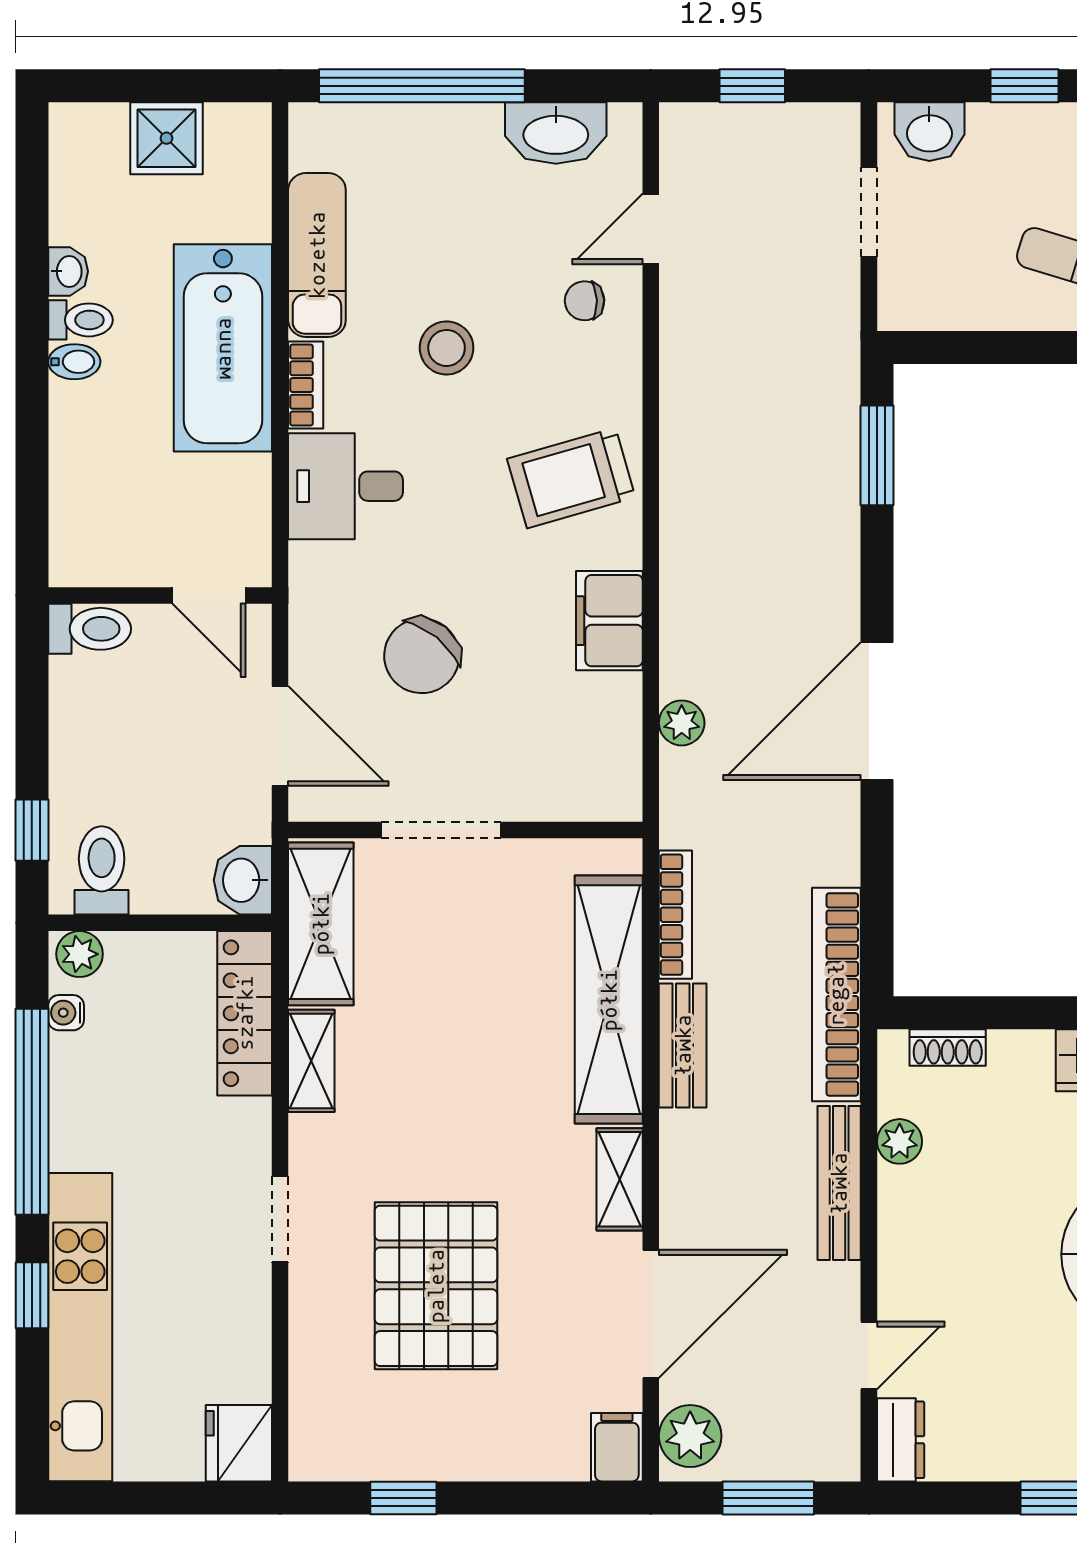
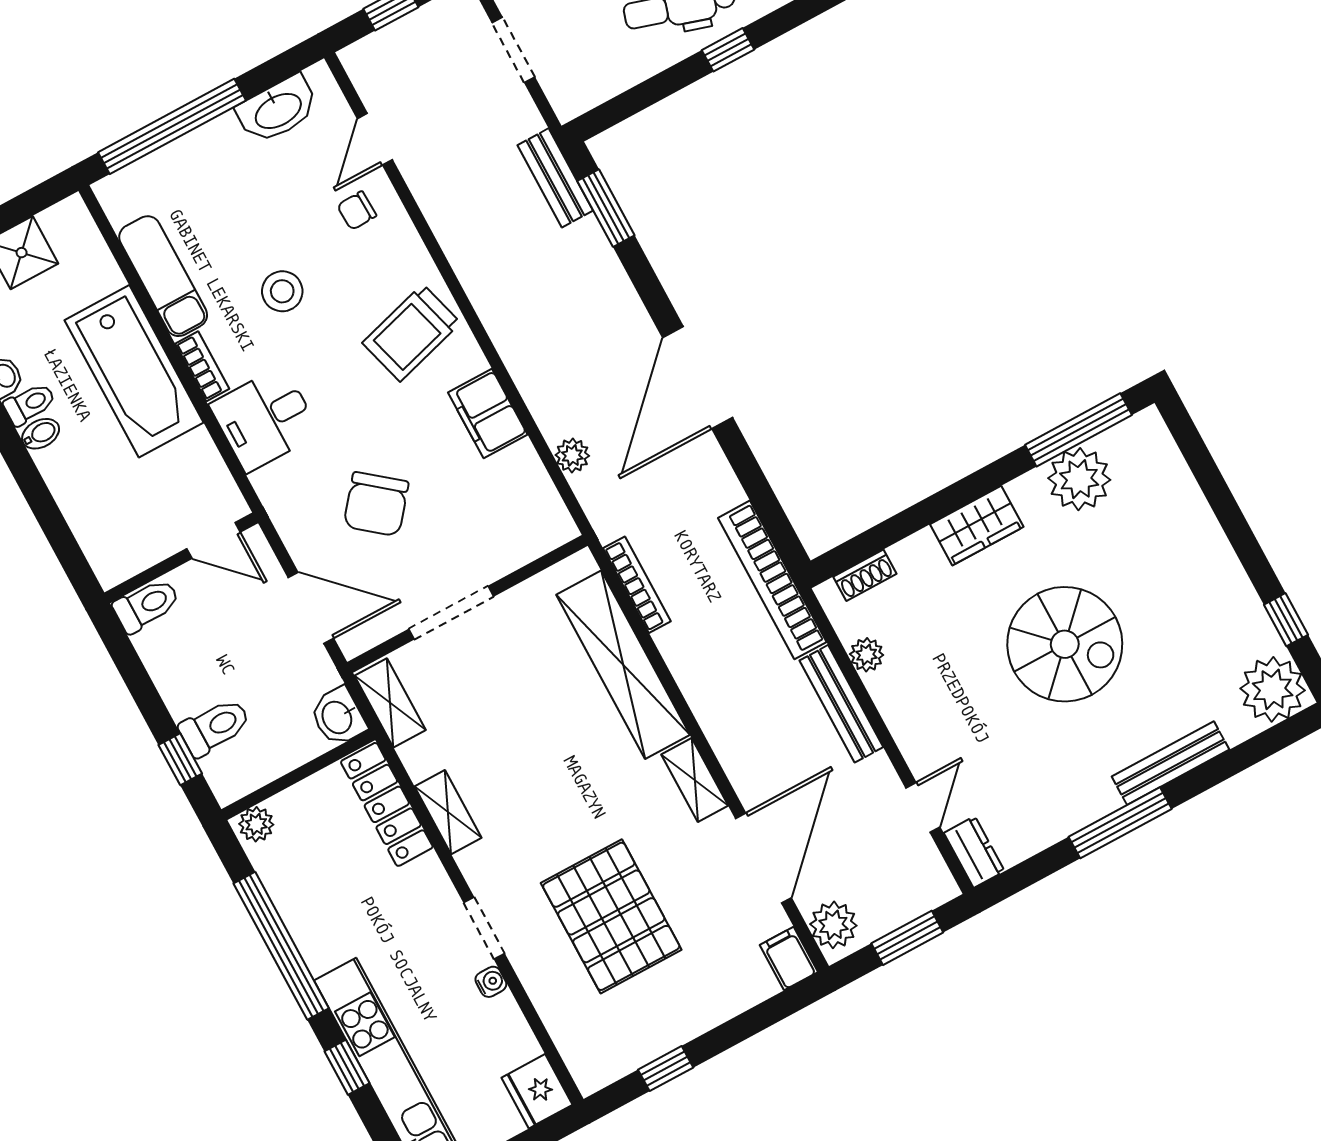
toilet: (102, 870) -> (215, 727), moved, turned 90
shelving: (321, 924) -> (390, 703), width x0.67, depth x0.75
water cooler: (66, 1013) -> (491, 982), moved, turned 180
bench: (683, 1045) -> (555, 178), moved

